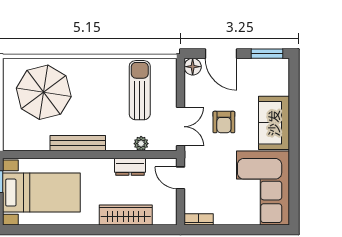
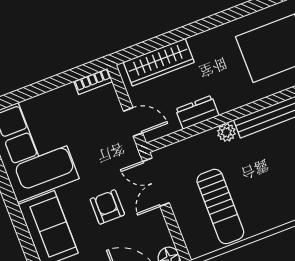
plant: (141, 144) -> (226, 132), moved
wardrobe: (126, 215) -> (159, 62), moved

